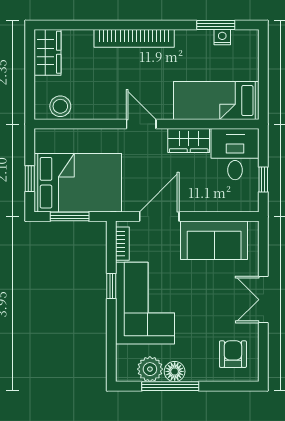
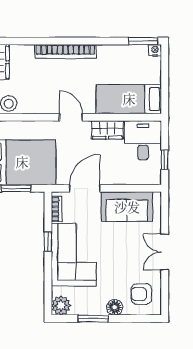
window: (216, 25) -> (143, 41), moved
nightstand: (222, 37) -> (155, 50), moved
armchair: (233, 354) -> (141, 294), turned -90
plant: (150, 369) -> (61, 306), moved
floor lamp: (175, 371) -> (115, 307), moved
window: (170, 386) -> (93, 319), width x0.69

